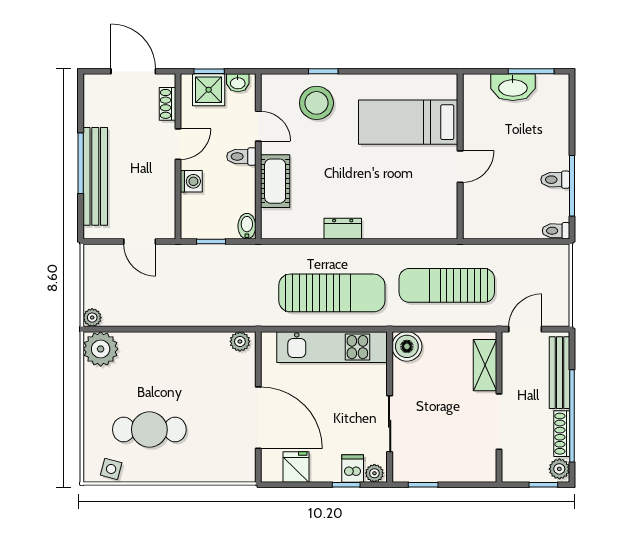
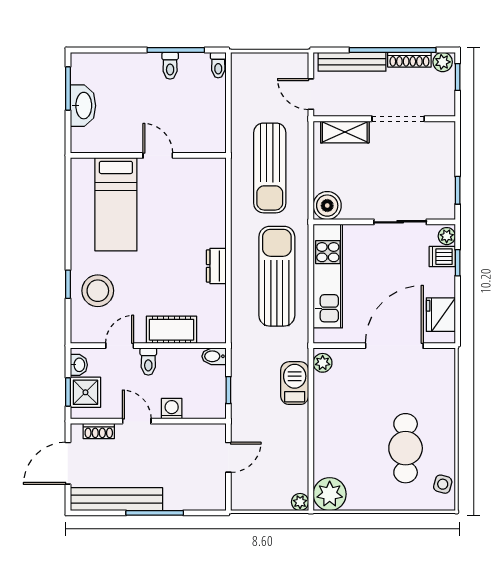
bench: (95, 176) -> (116, 499), moved
barbecue: (218, 312) -> (295, 383), added
fridge: (296, 467) -> (441, 315), width x1.38

